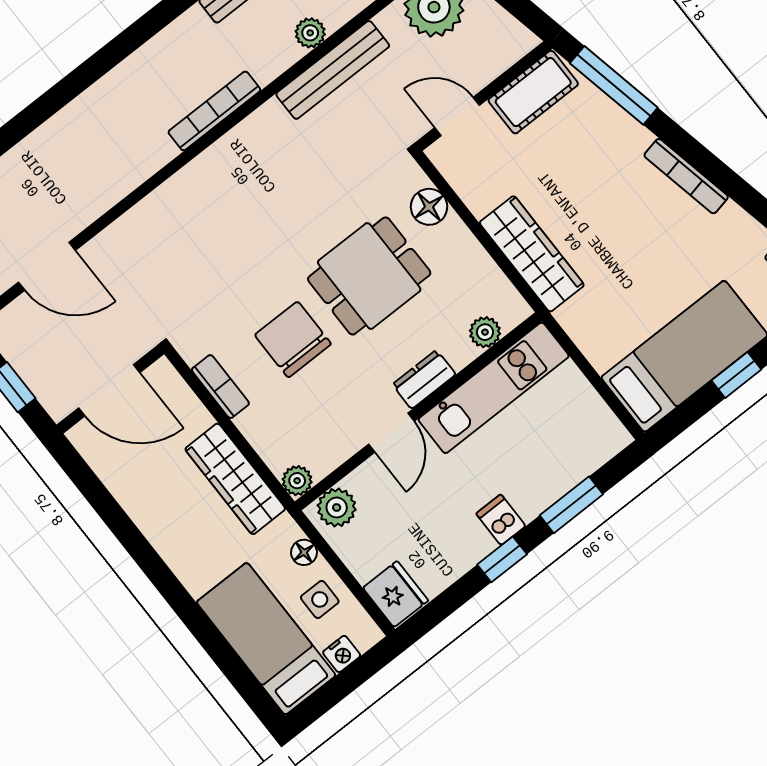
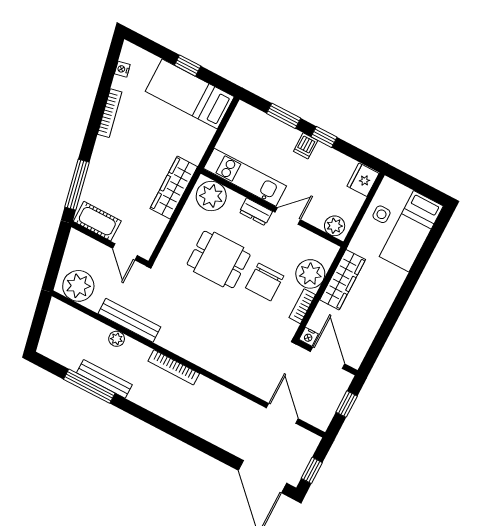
bookcase: (686, 176) -> (110, 113), moved
floor lamp: (429, 207) -> (173, 246), removed
plant: (485, 332) -> (211, 196), width x1.87, depth x1.87
plant: (297, 481) -> (310, 274), moved, width x1.88, depth x1.88
floor lamp: (304, 552) -> (363, 232), removed
nightstand: (342, 654) -> (309, 337), moved, turned 180

